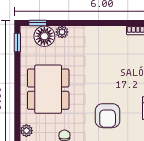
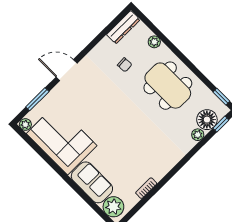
armchair: (108, 116) -> (108, 108), removed

